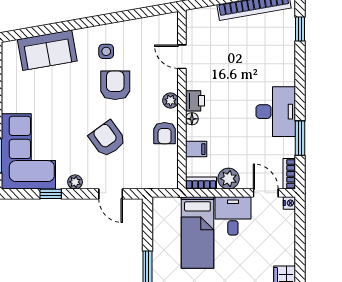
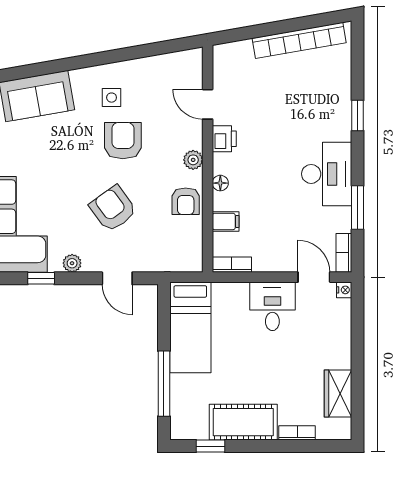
window: (300, 29) -> (358, 115), moved
printer: (195, 101) -> (224, 139), moved
plant: (228, 179) -> (267, 259), removed
bed: (197, 233) -> (190, 327), moved

